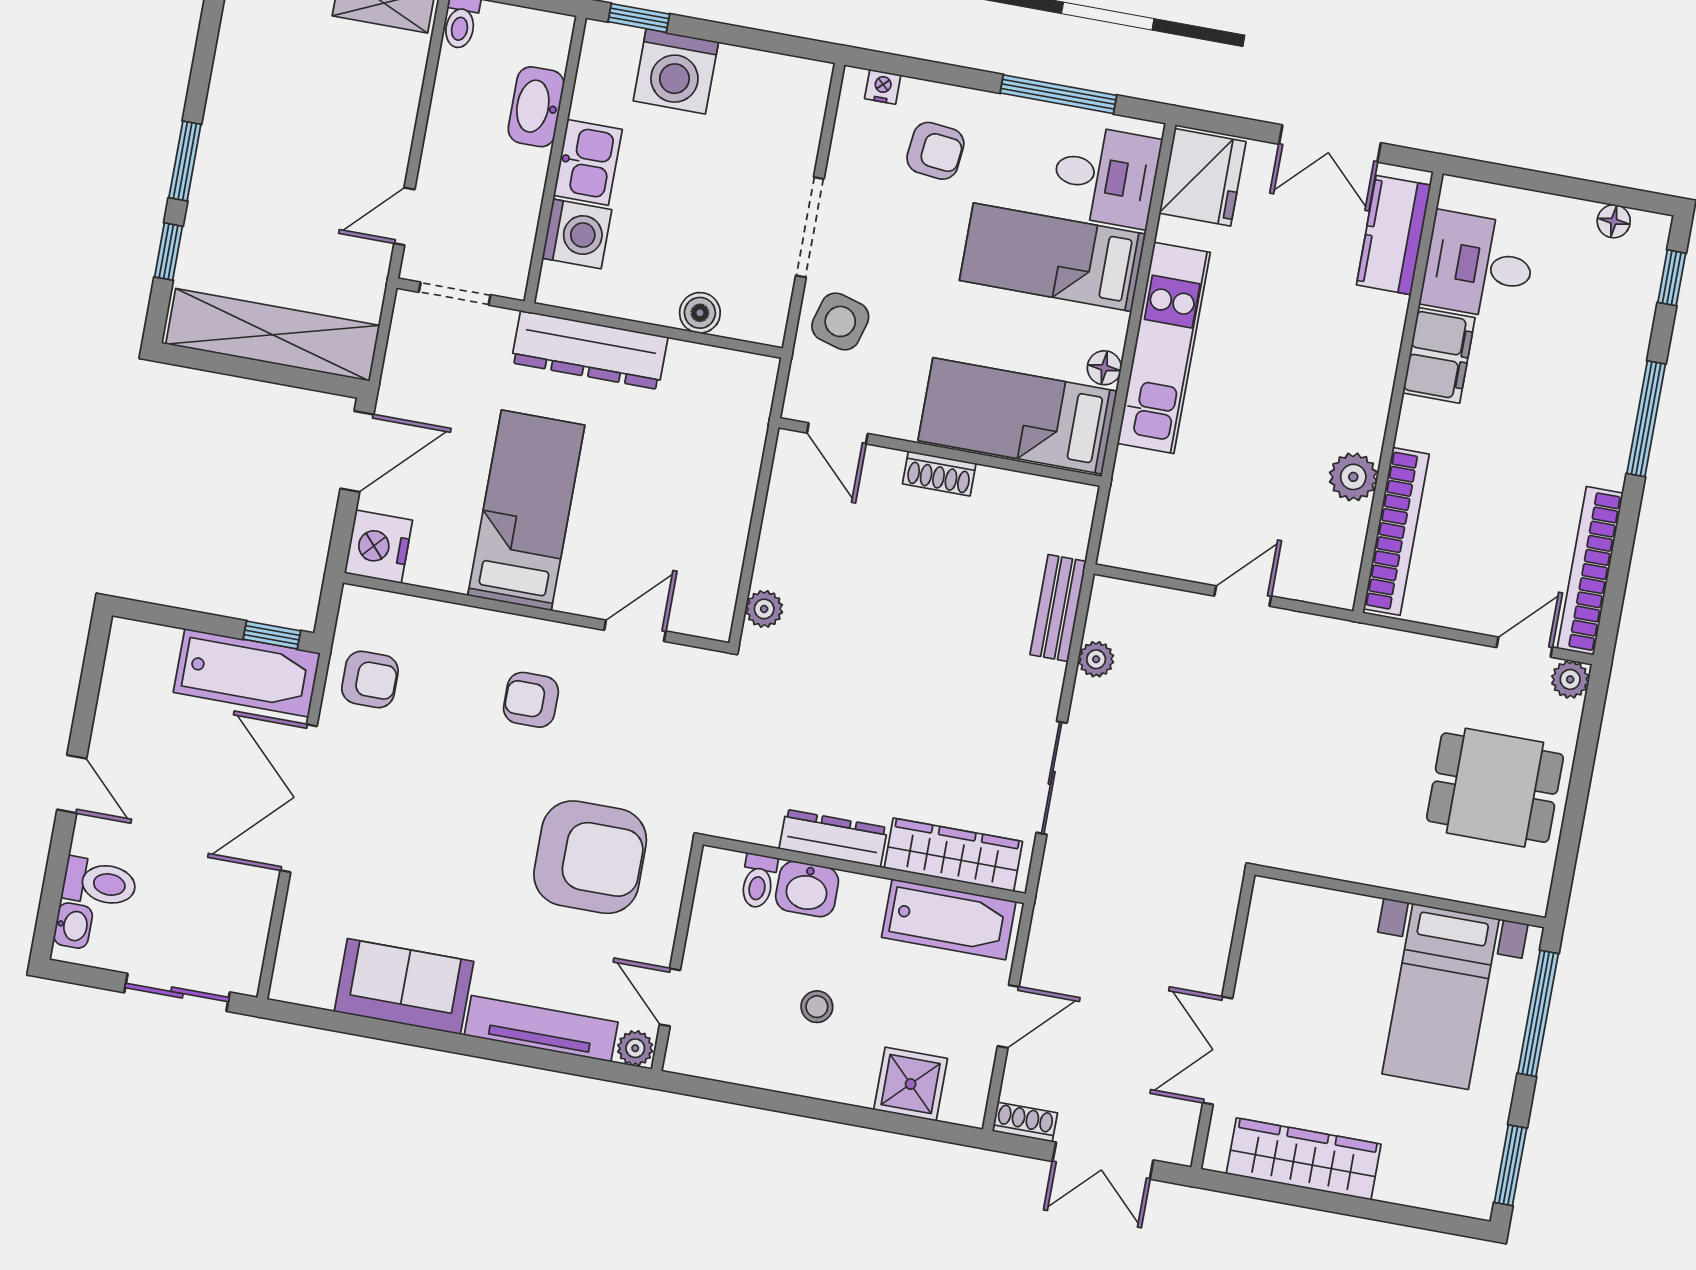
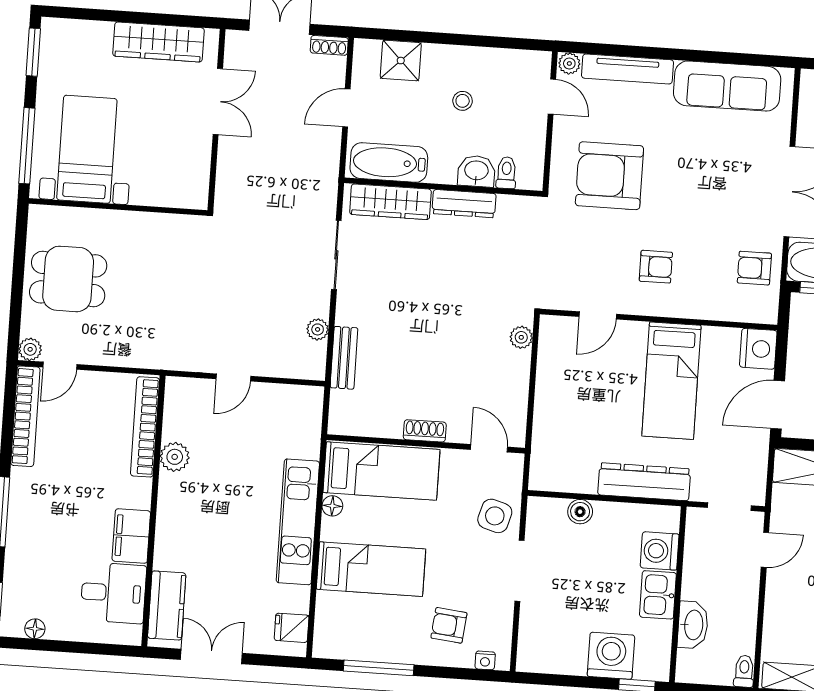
desk: (1106, 176) -> (344, 622), removed
fridge: (1203, 177) -> (292, 628), width x0.53, depth x0.75
sofa: (404, 987) -> (727, 86), width x1.36

